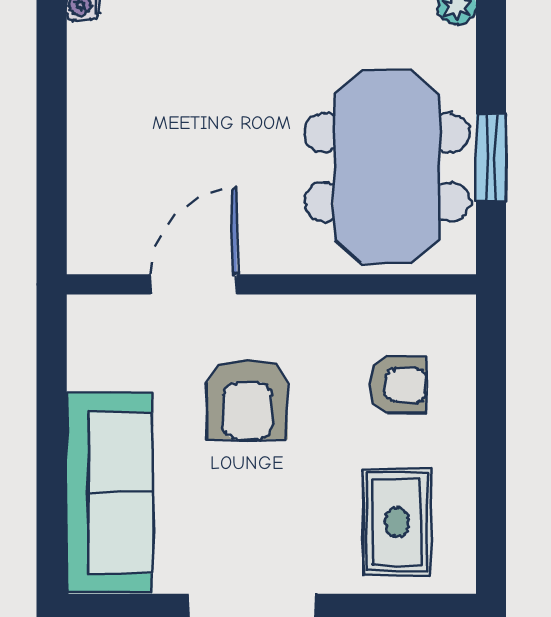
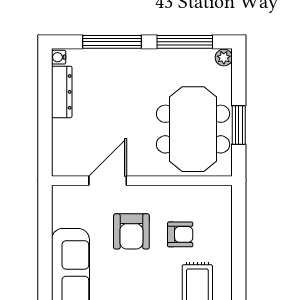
dresser: (90, 83) -> (62, 92), added
armchair: (398, 385) -> (180, 234), moved

